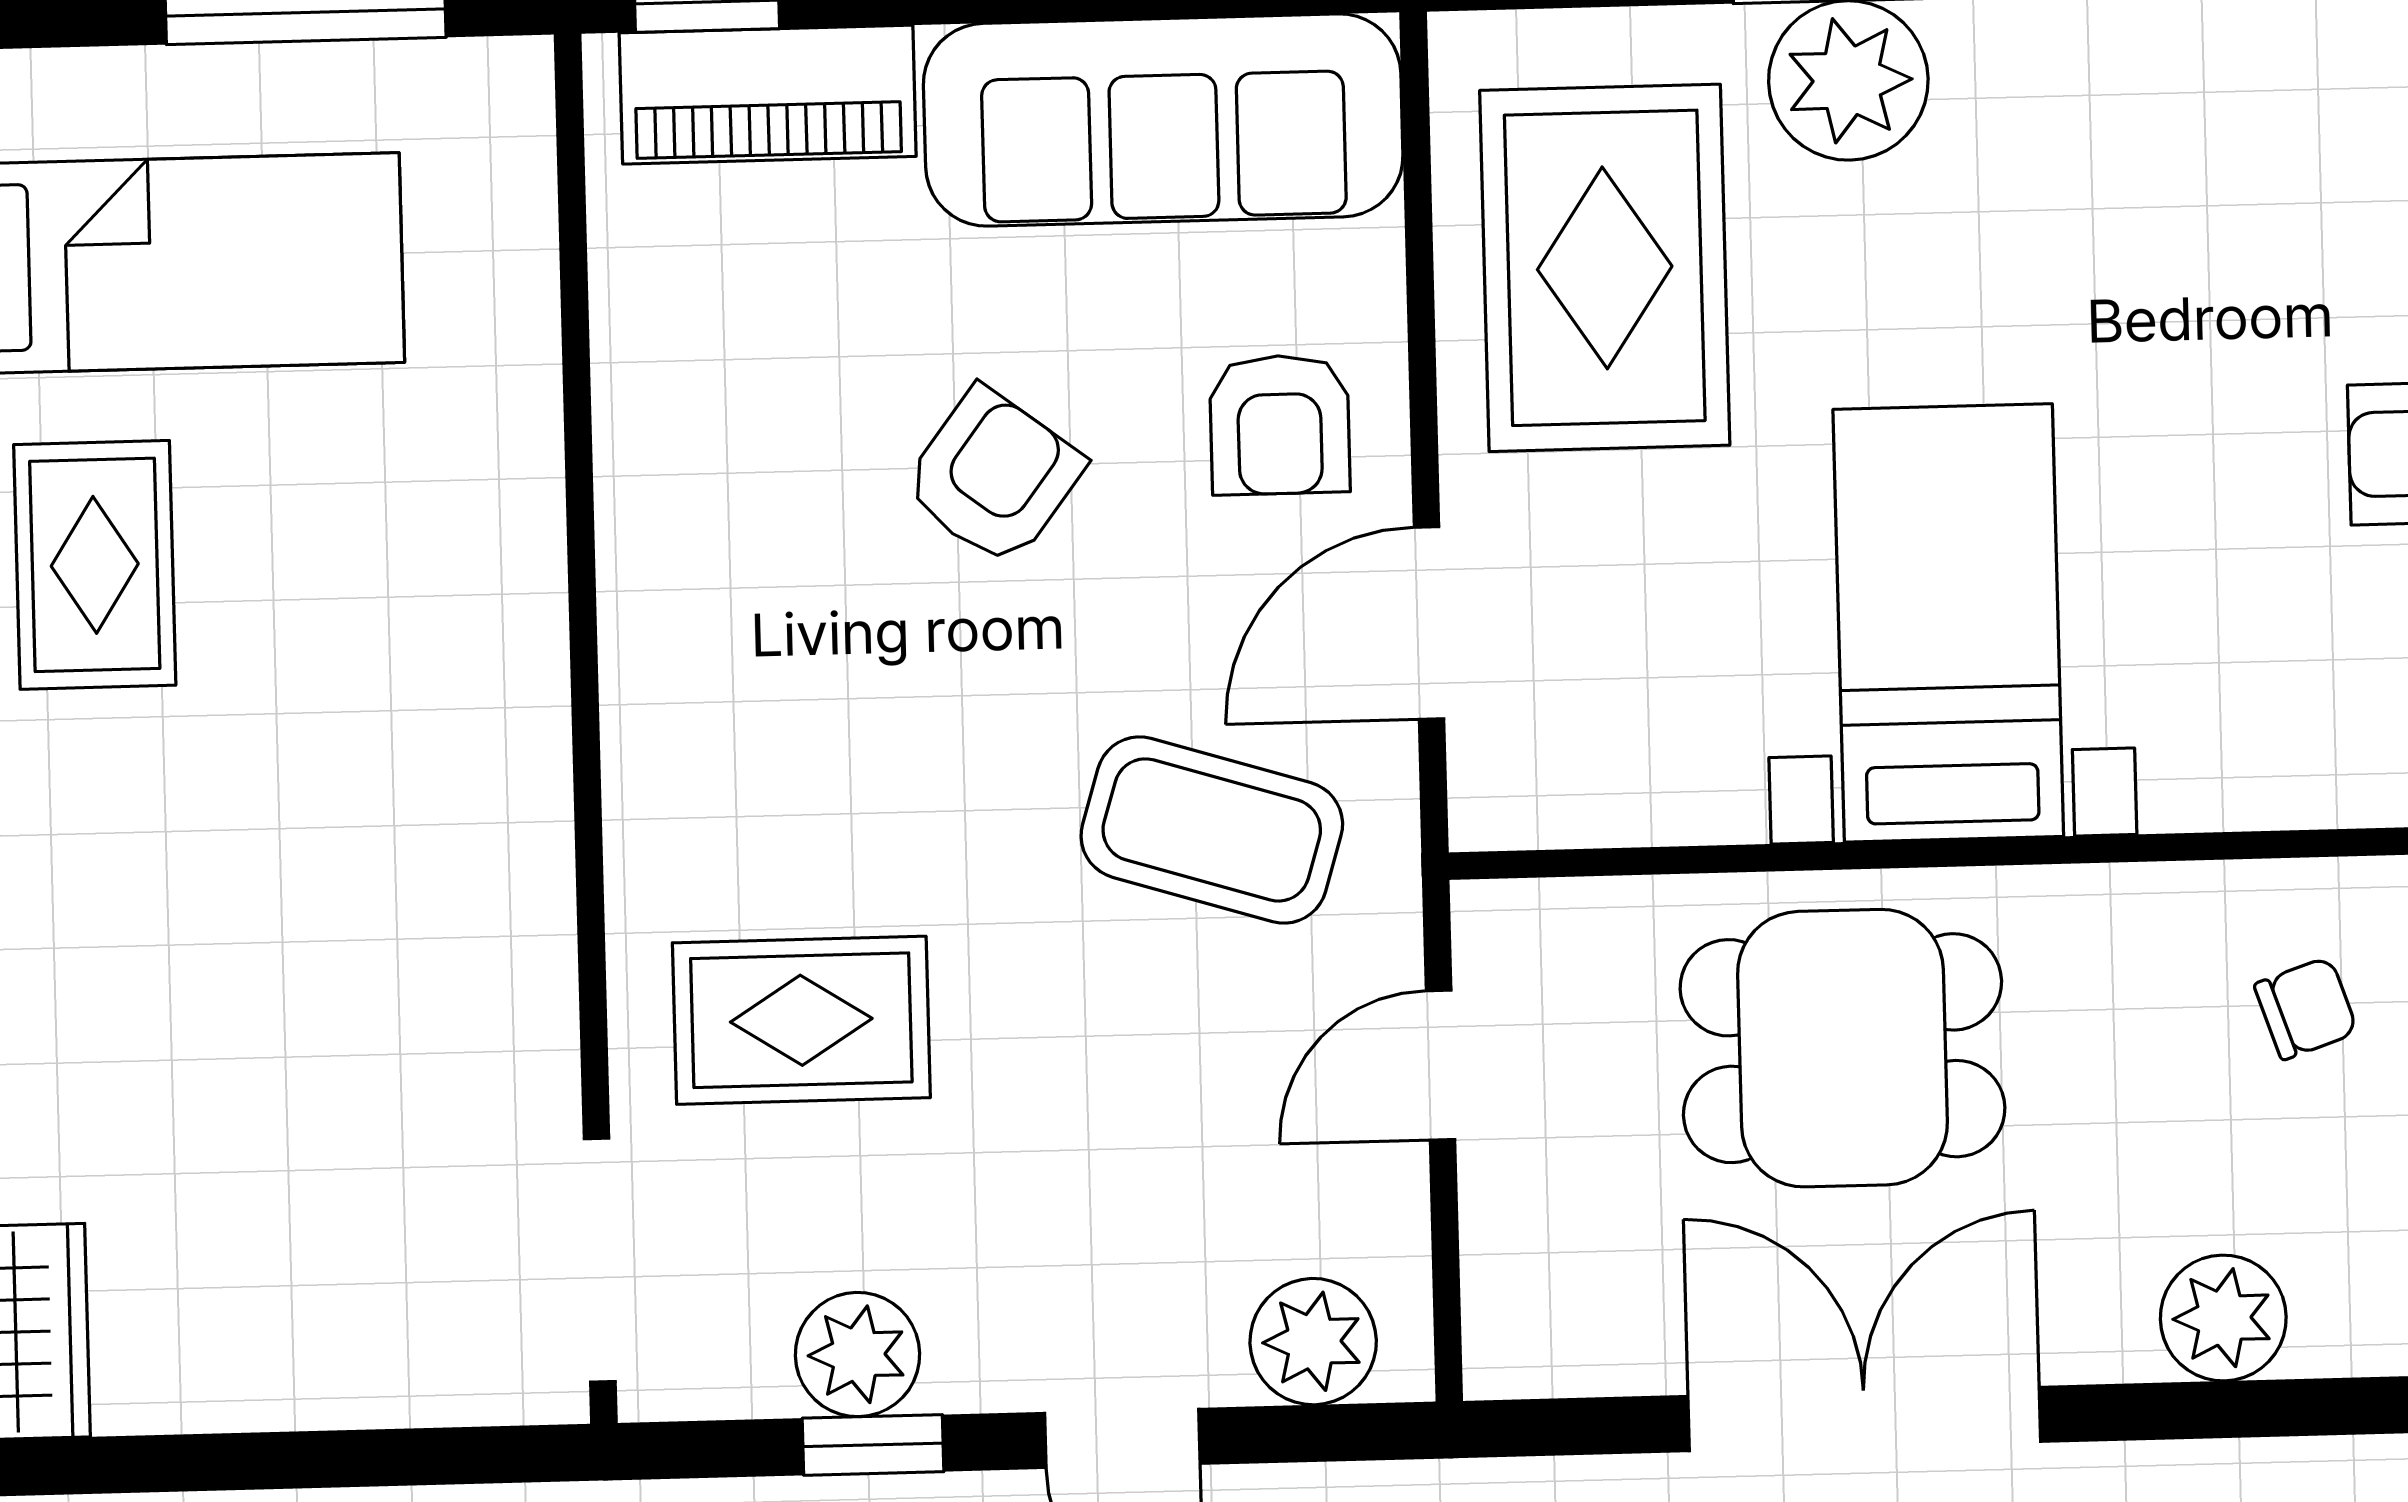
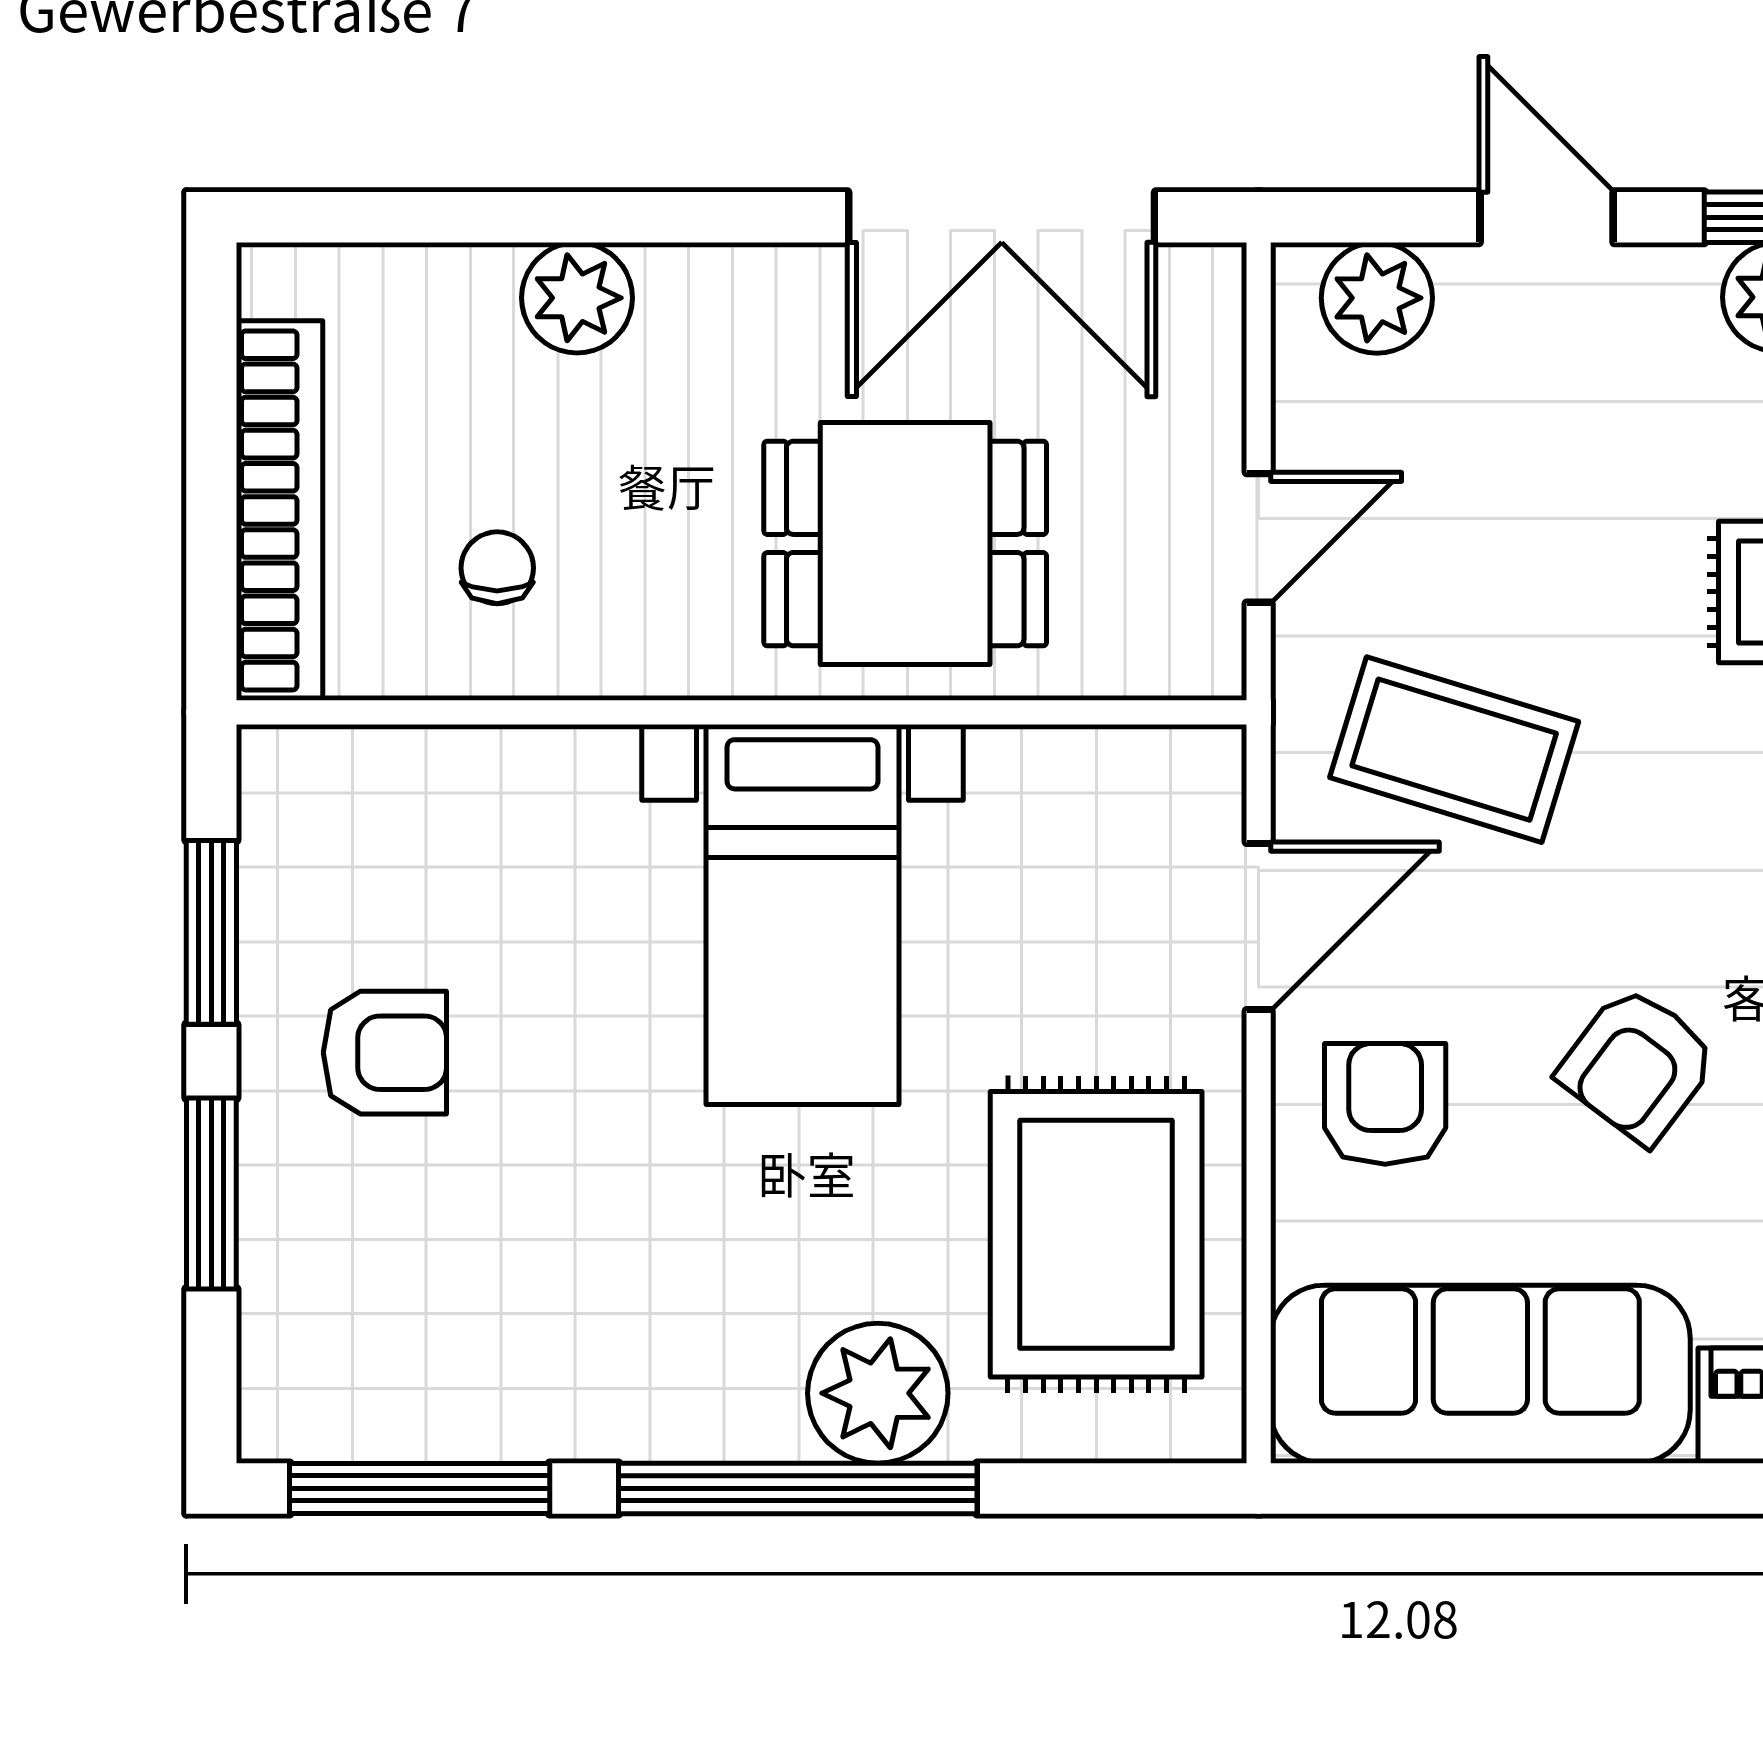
chair: (2306, 1008) -> (497, 568), turned 109
double door: (1864, 1419) -> (1002, 217), moved

